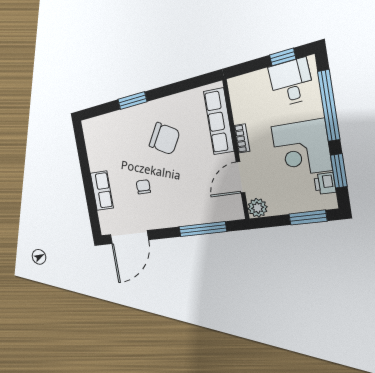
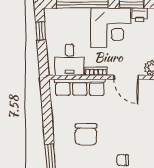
desk: (291, 82) -> (69, 60), moved, turned -86
chair: (164, 139) -> (86, 134), turned 150

